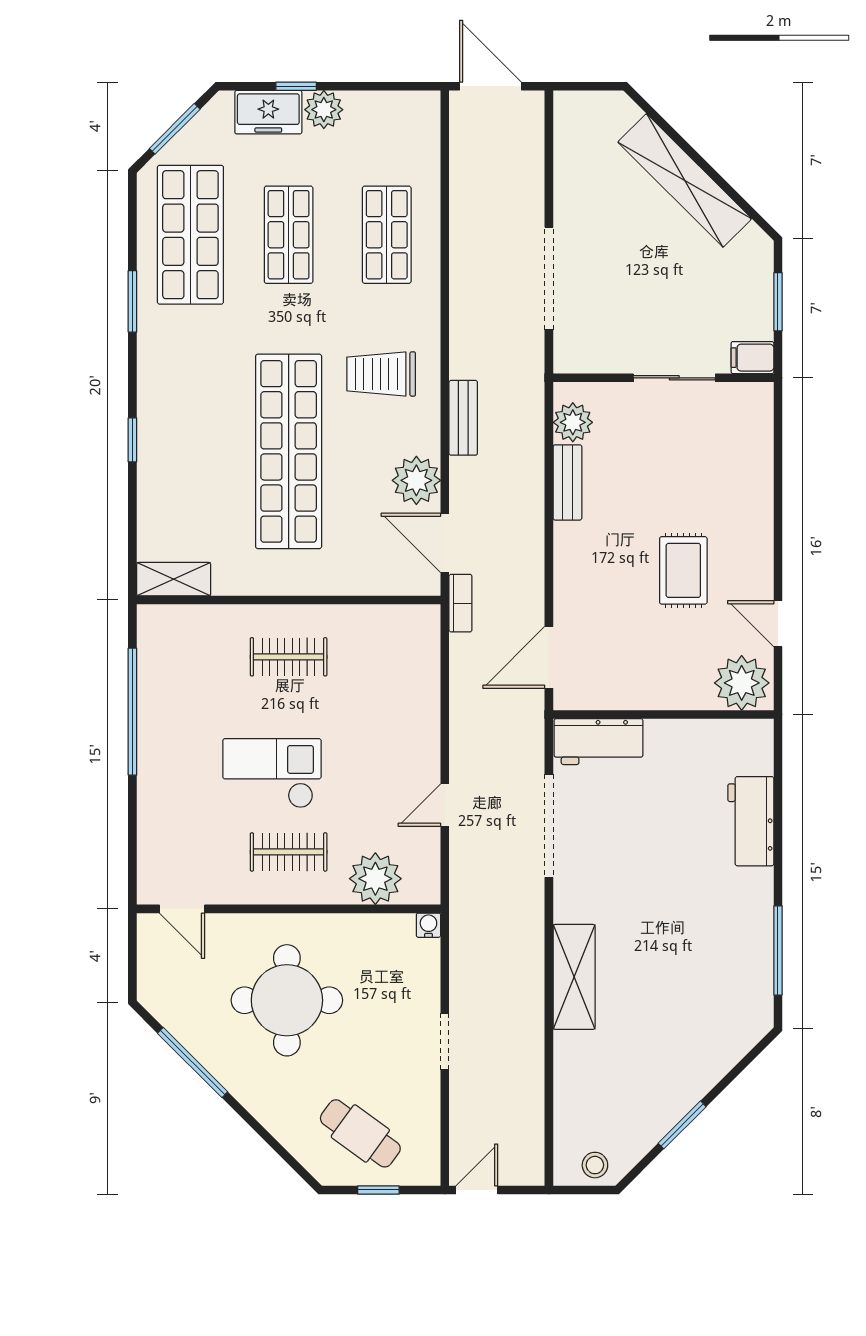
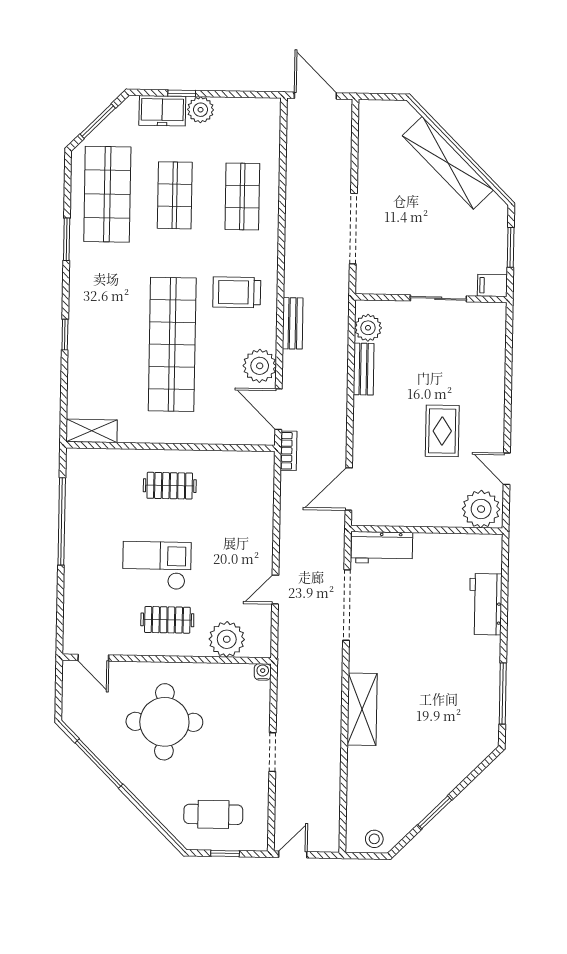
cafe table: (360, 1133) -> (213, 814), turned -36

